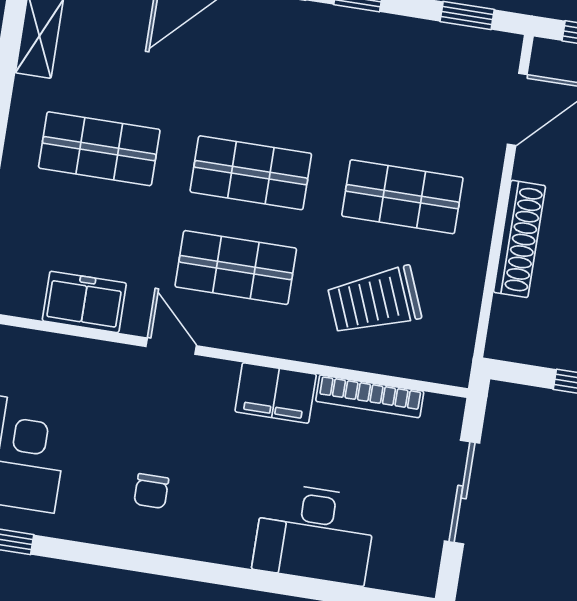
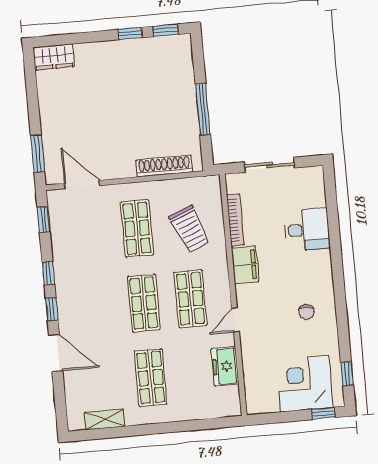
shoe rack: (519, 239) -> (164, 166), moved
chair: (151, 491) -> (306, 312), turned 90
desk: (315, 534) -> (307, 230), width x0.73

